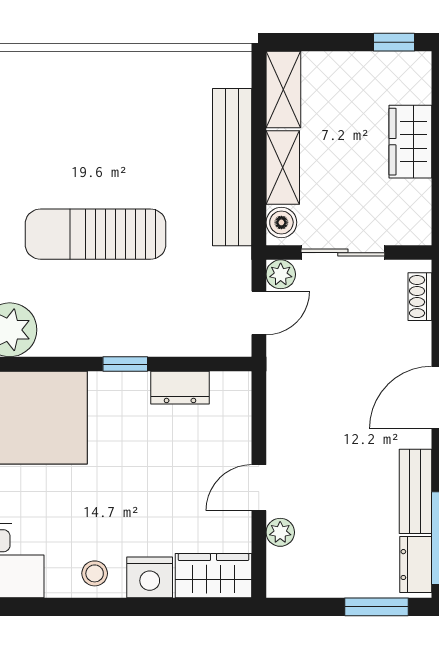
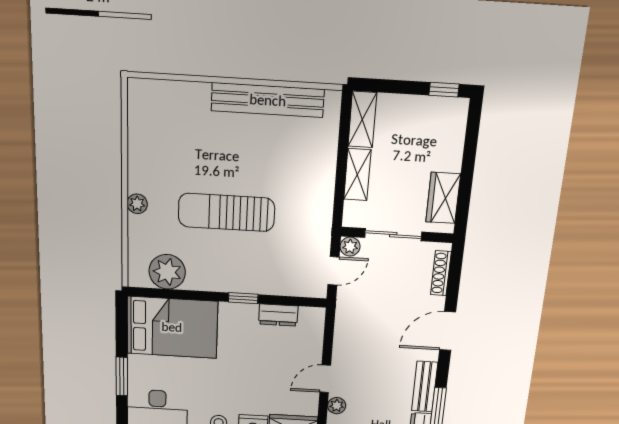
wardrobe: (410, 142) -> (443, 198), moved
bench: (232, 167) -> (268, 100), moved, turned 90
boiler: (281, 222) -> (353, 212), removed
shoe rack: (420, 297) -> (441, 273), width x1.43

